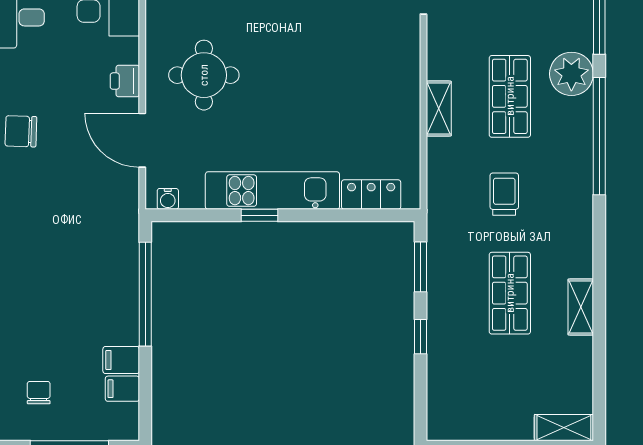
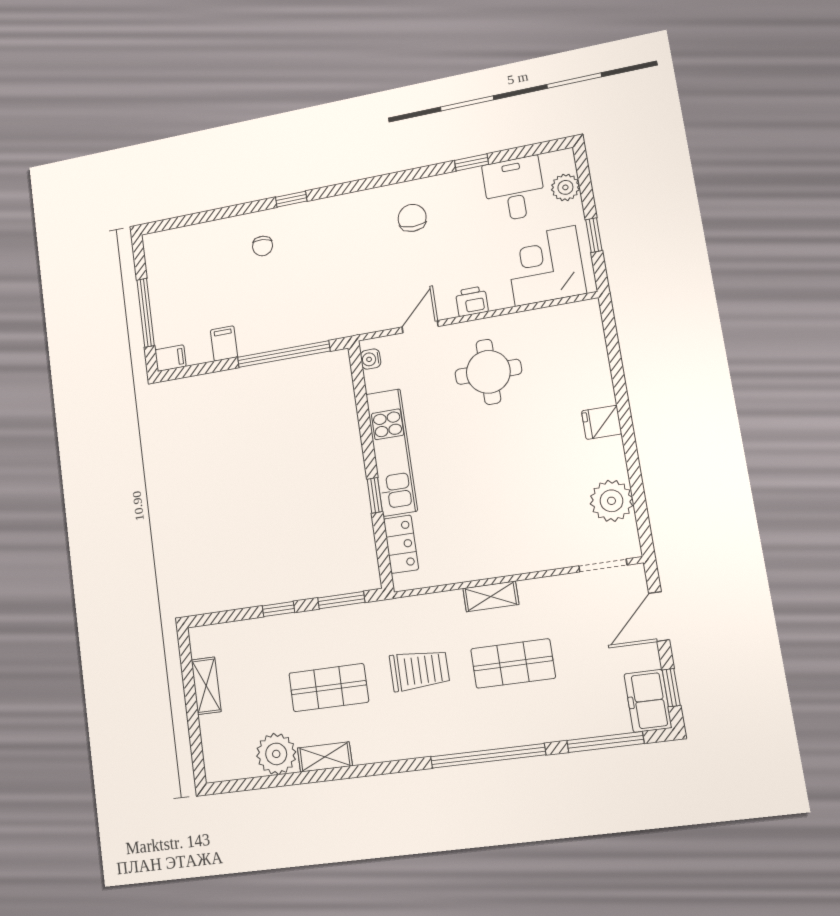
plant: (571, 74) -> (276, 754), moved
door: (142, 140) -> (420, 327), width x0.73
trolley: (504, 194) -> (419, 670), width x1.36, depth x1.39
window: (259, 215) -> (375, 495), moved
filing cabinet: (122, 389) -> (171, 358), moved, turned 90
chair: (39, 393) -> (263, 246), moved, turned 96
shelving: (564, 428) -> (206, 686), moved

